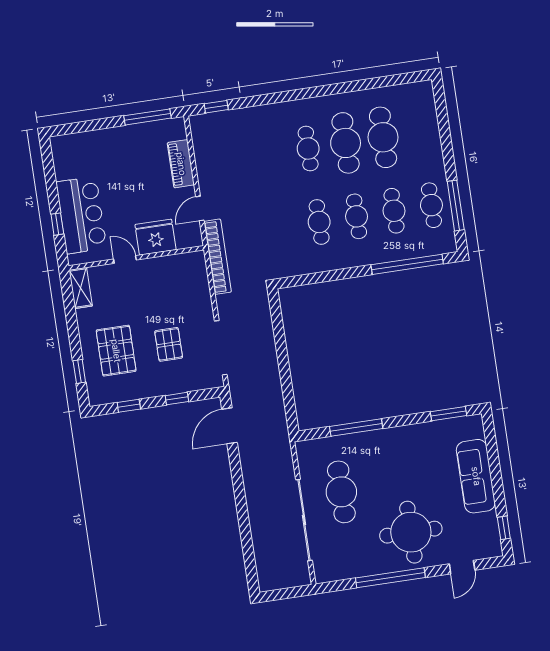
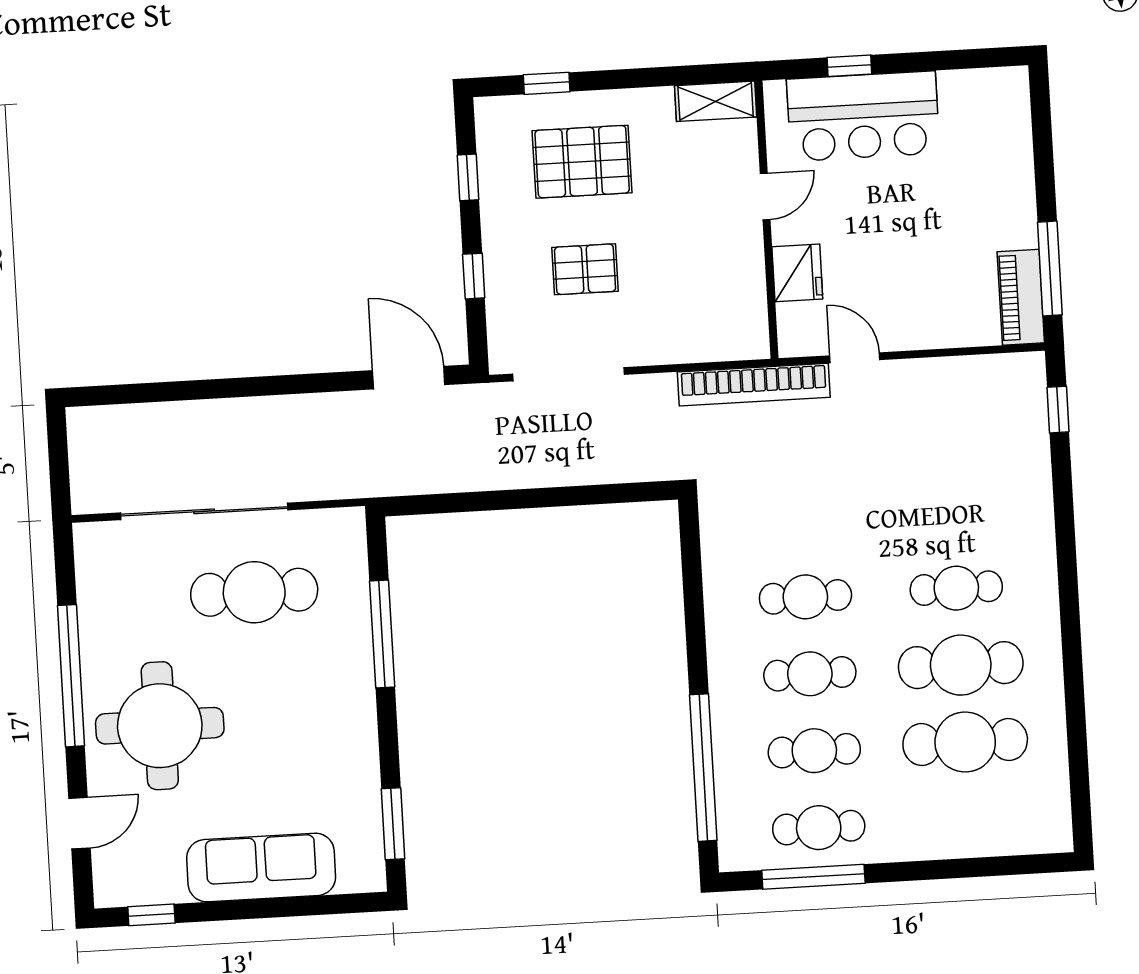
piano: (181, 164) -> (1021, 297), moved, turned -90
fridge: (155, 237) -> (797, 273), width x0.73, depth x0.75
door: (462, 567) -> (79, 823), swing flipped

